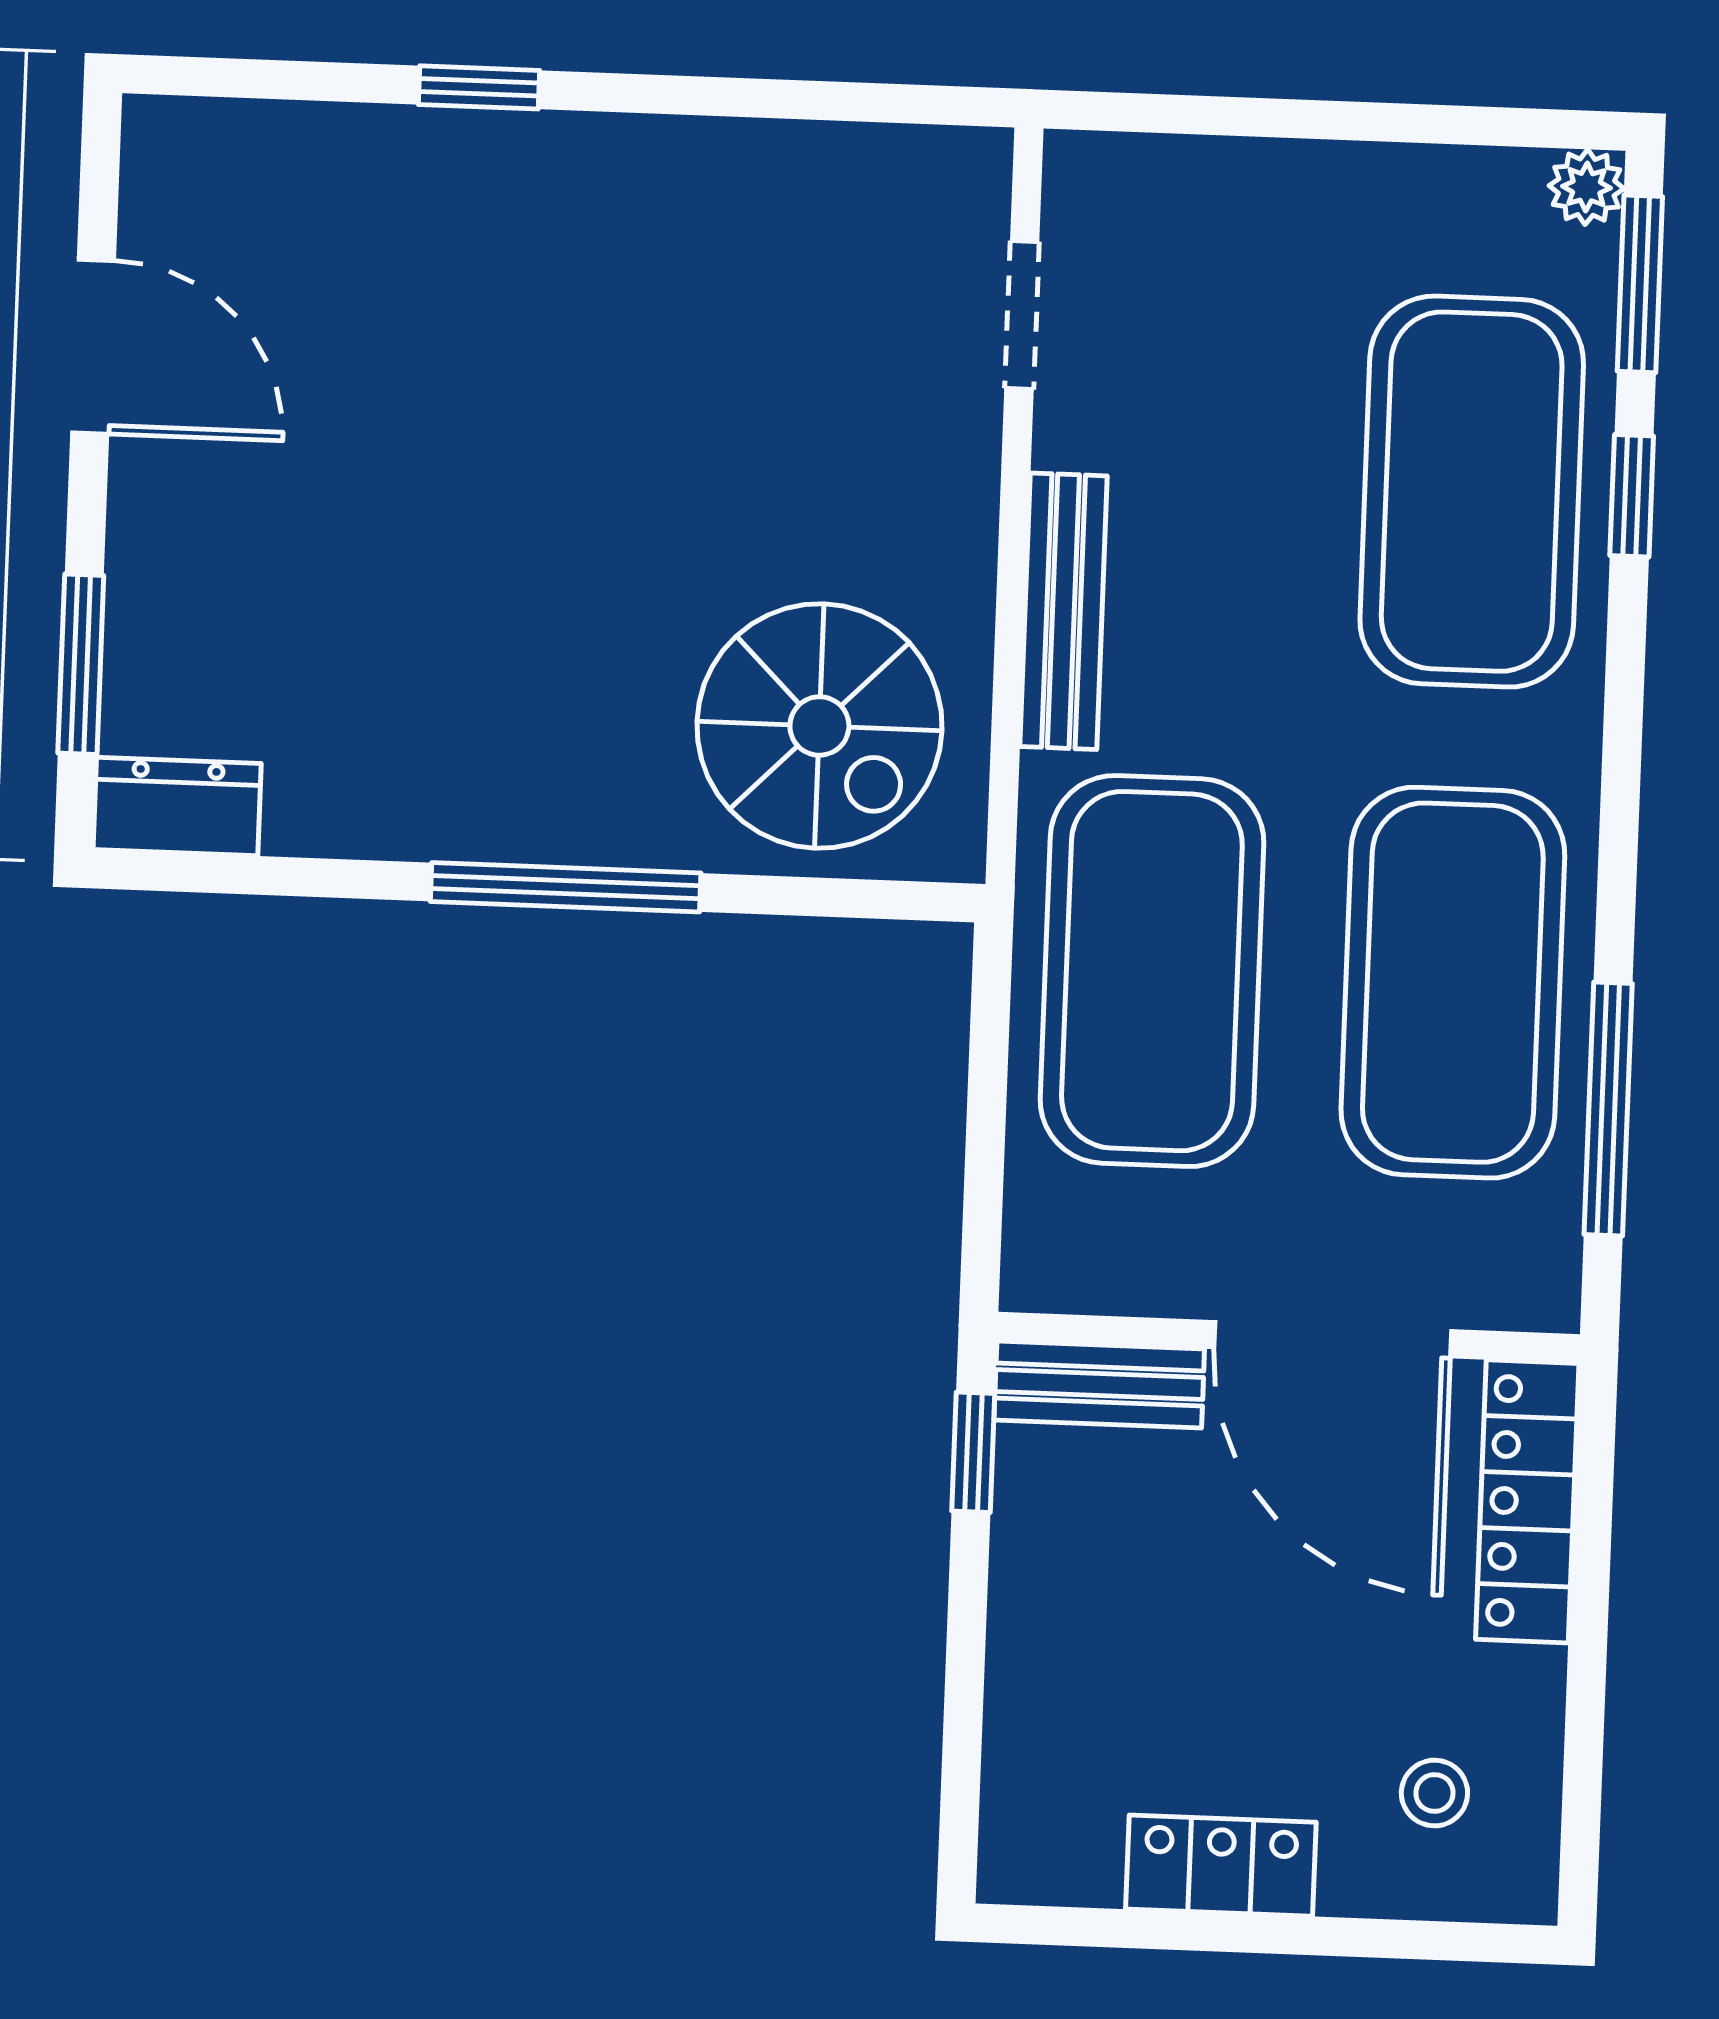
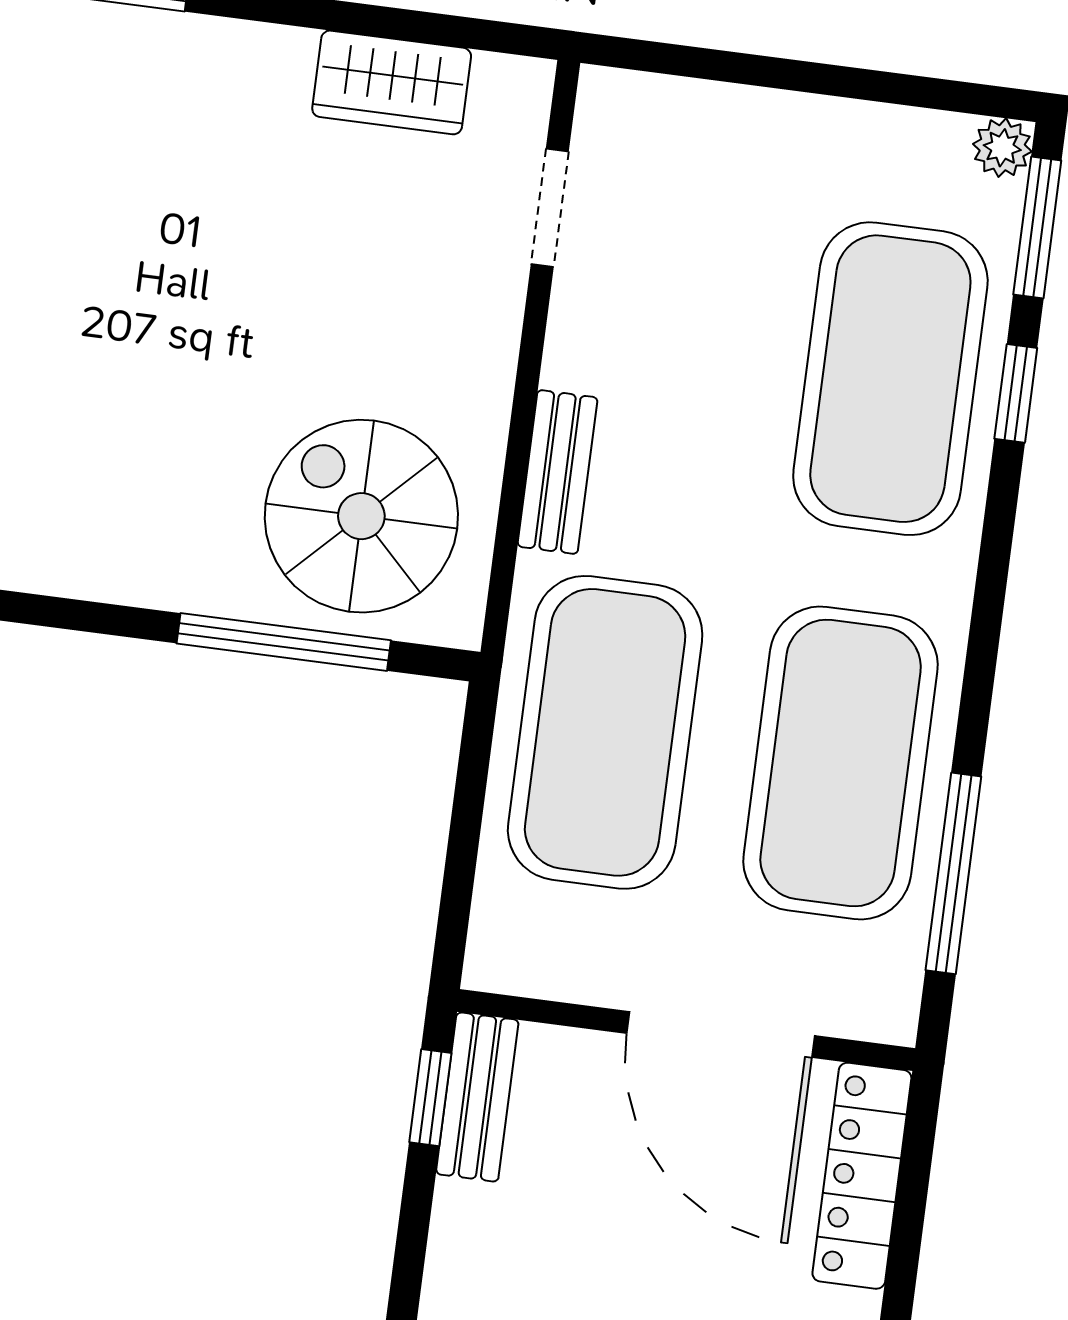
wardrobe: (808, 175) -> (392, 82), added
bench: (1063, 611) -> (558, 472), width x0.73
spiral stairs: (819, 726) -> (361, 516), turned 180
window: (566, 887) -> (284, 642), moved
bench: (1099, 1384) -> (477, 1097), moved, turned 90

